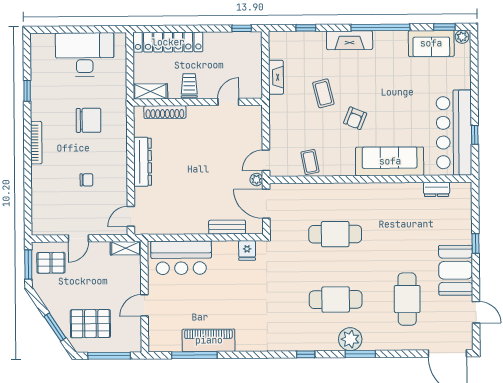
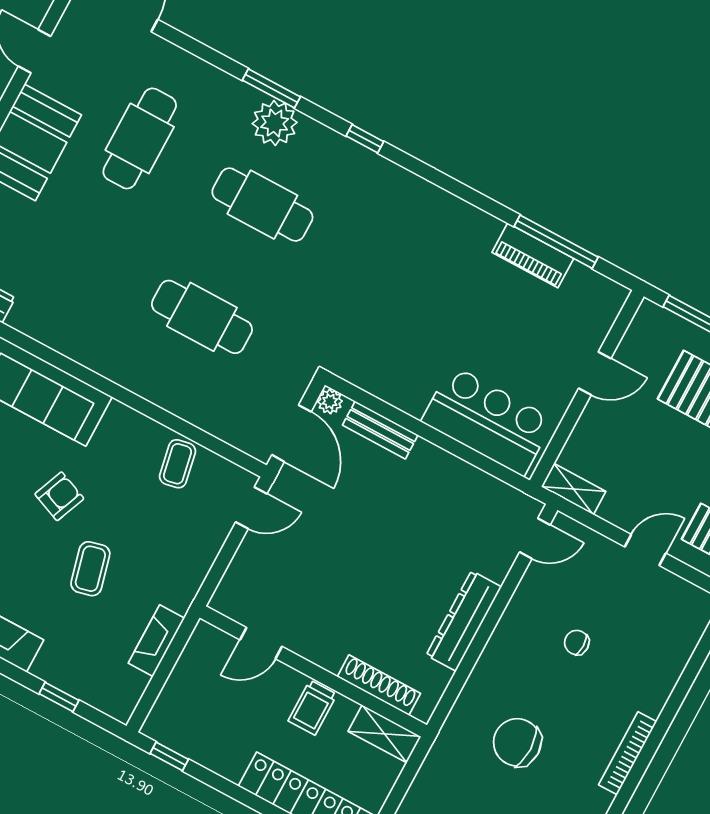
plant: (256, 180) -> (330, 401), moved
fridge: (247, 250) -> (368, 371), removed
piano: (209, 340) -> (533, 255), width x0.73, depth x0.75

